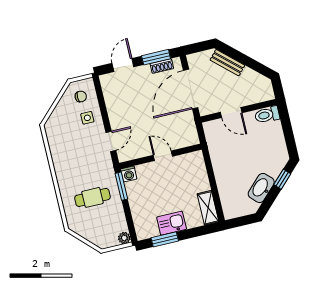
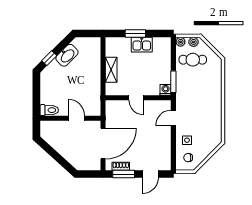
bench: (227, 63) -> (70, 157), removed
cafe table: (92, 197) -> (193, 60), moved
shelving: (208, 208) -> (111, 70), moved
window: (165, 239) -> (135, 33), moved
plant: (108, 242) -> (194, 42), added

